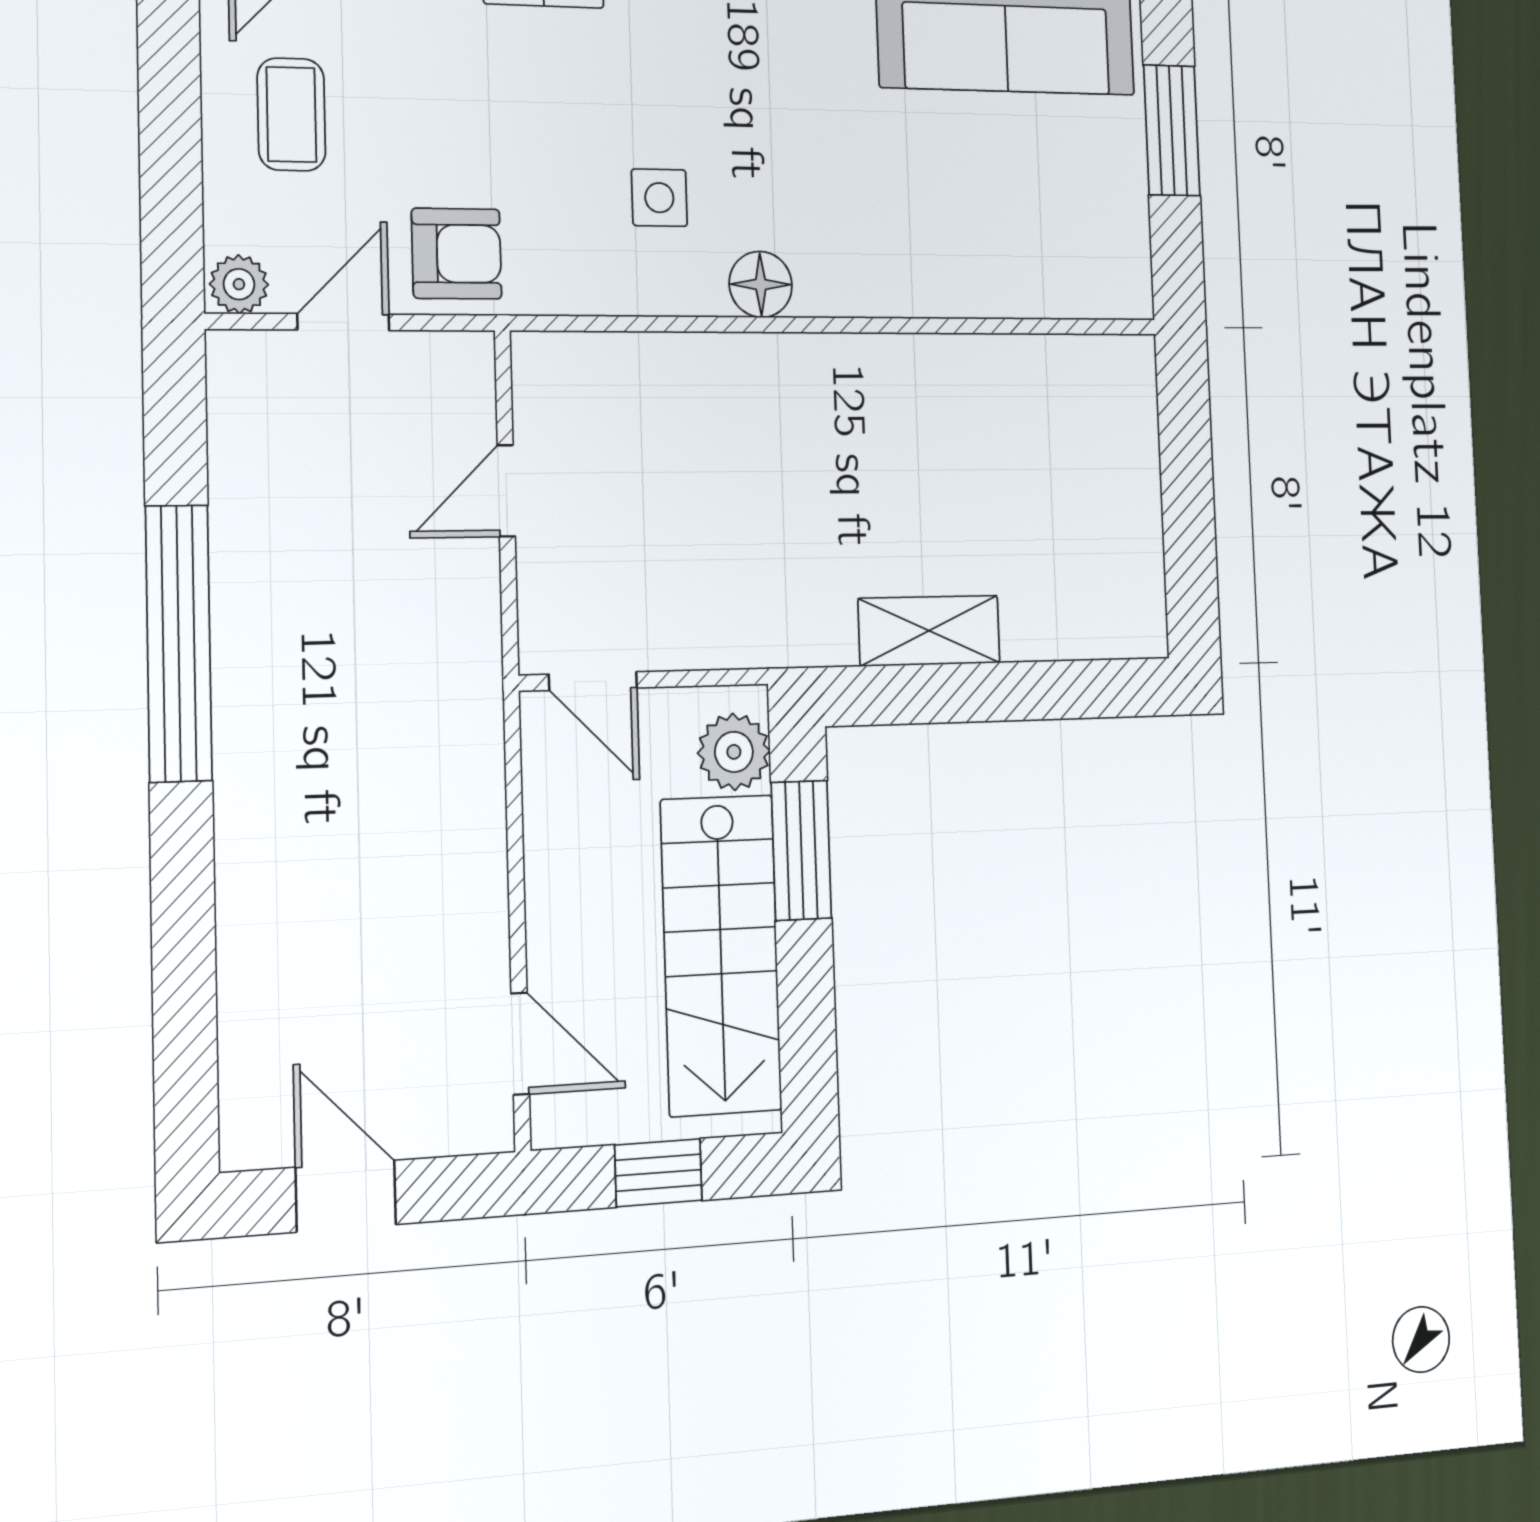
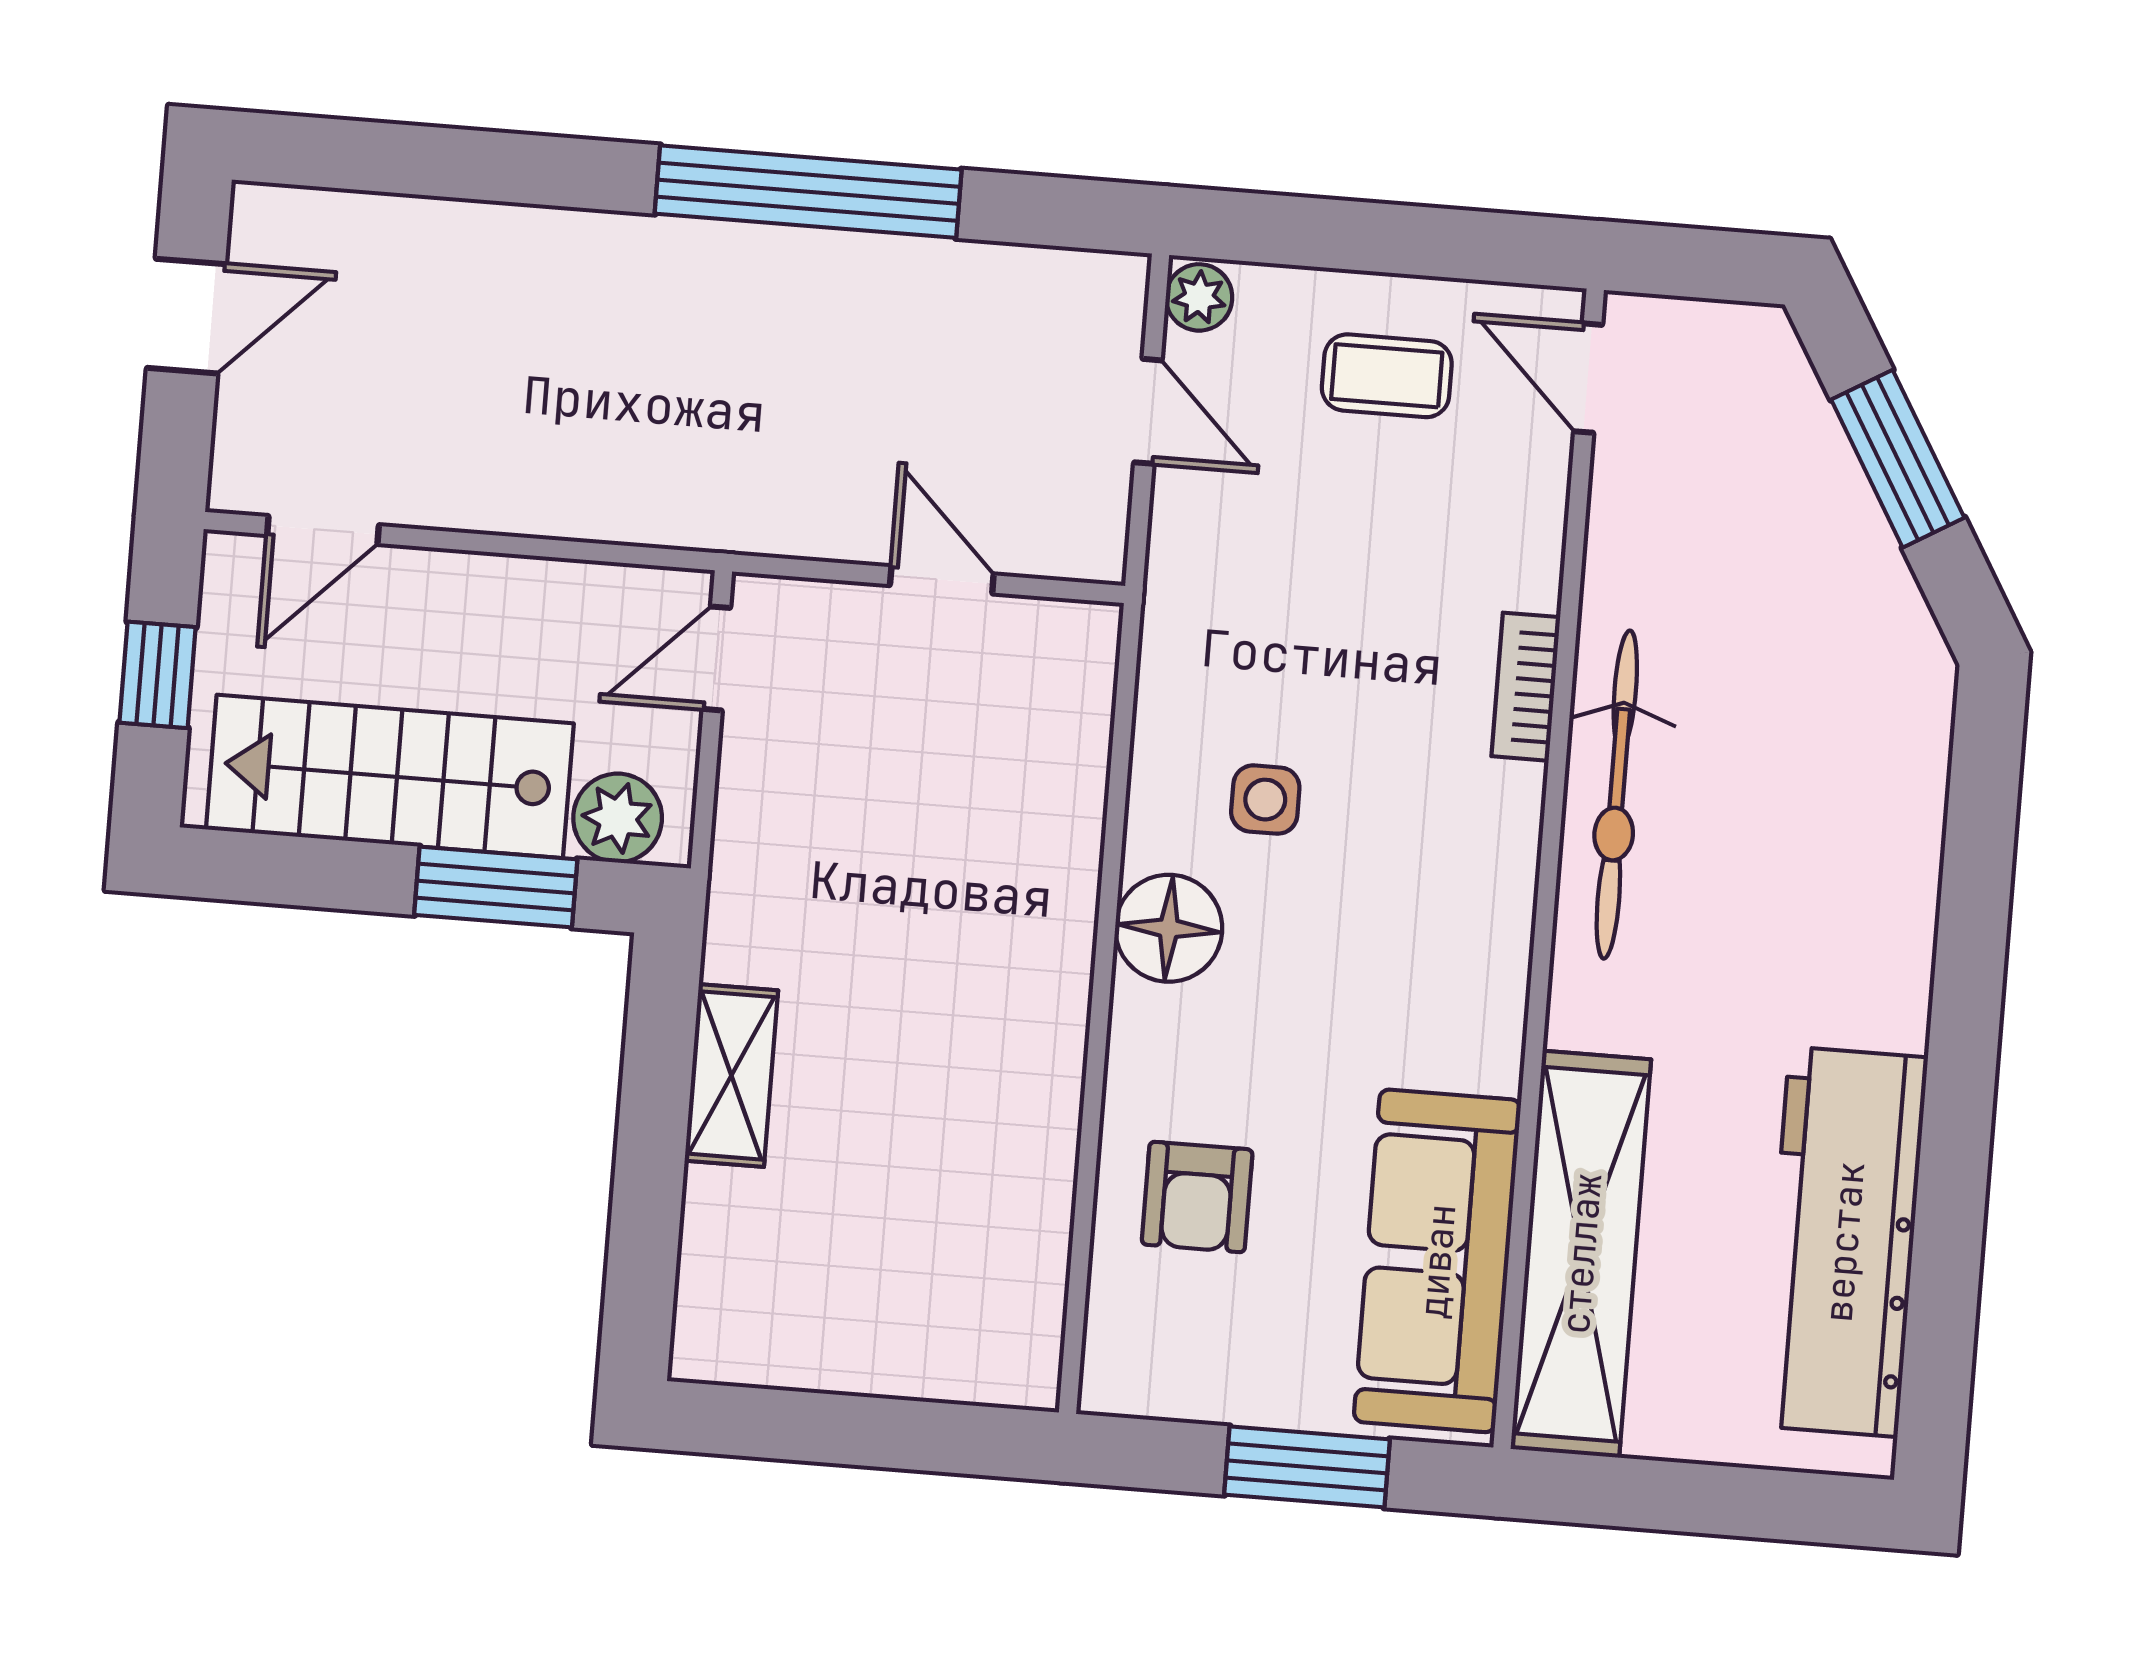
armchair: (457, 254) -> (1197, 1197), moved
floor lamp: (761, 284) -> (1169, 928), width x1.38, depth x1.38

